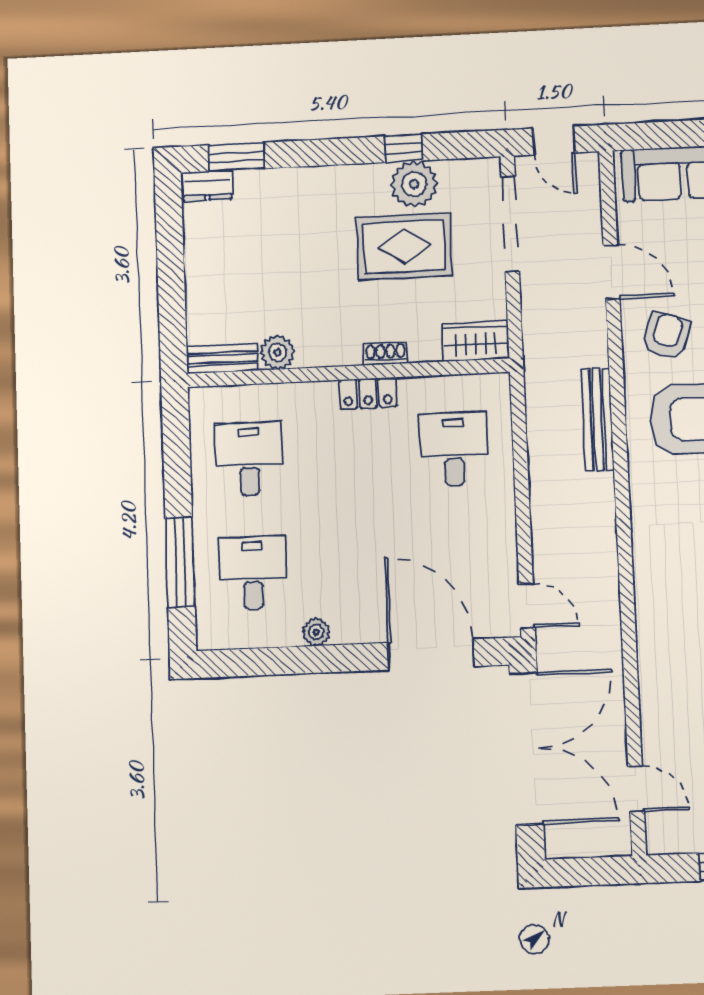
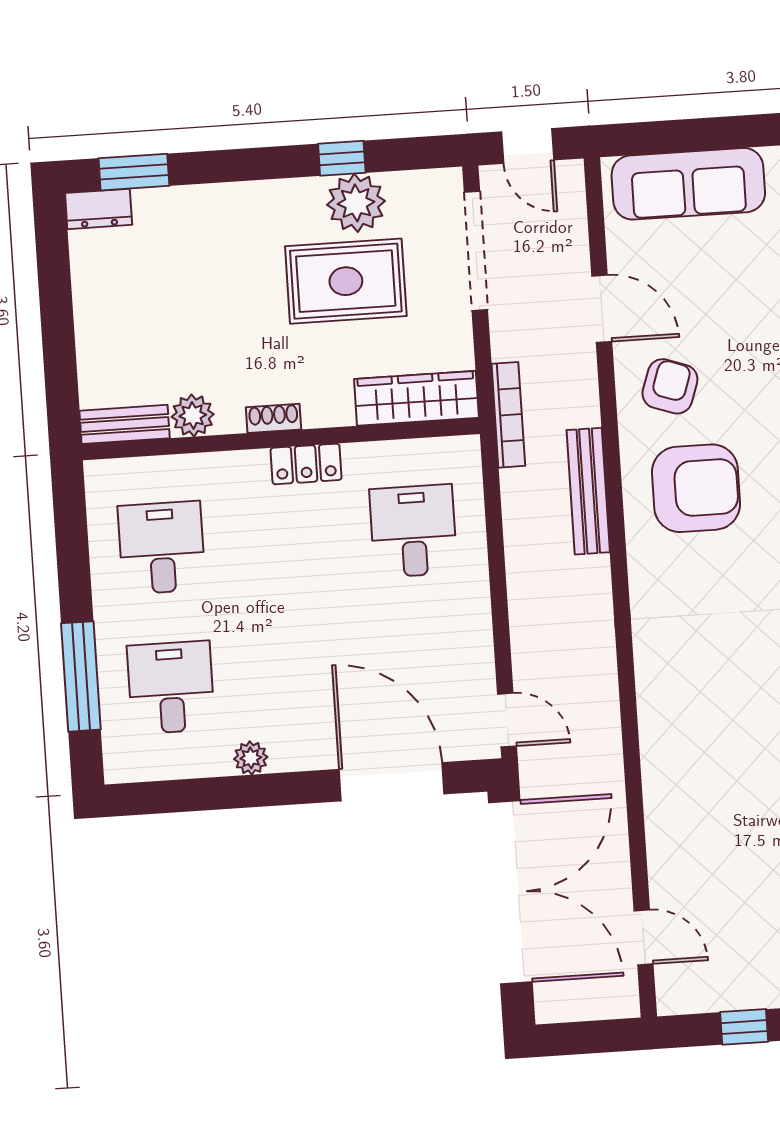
wardrobe: (476, 341) -> (416, 398), width x1.50
shoe rack: (386, 354) -> (273, 418), moved
bookcase: (534, 357) -> (508, 415), added

